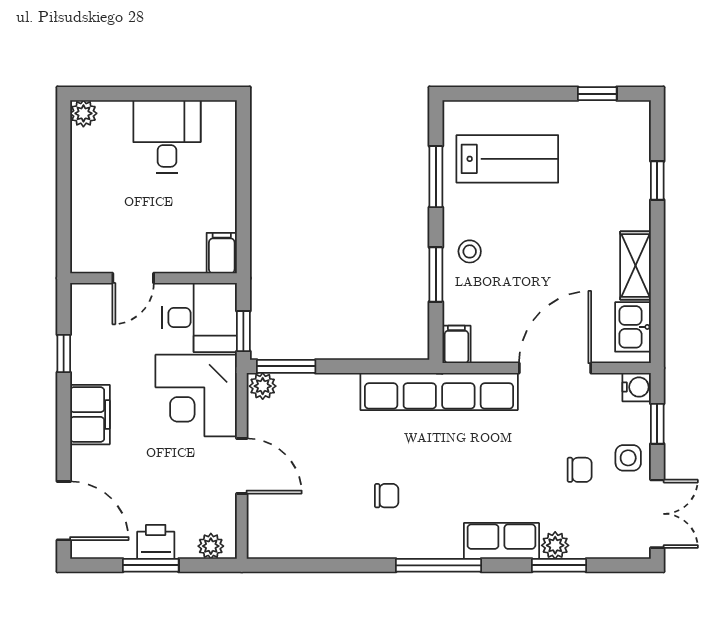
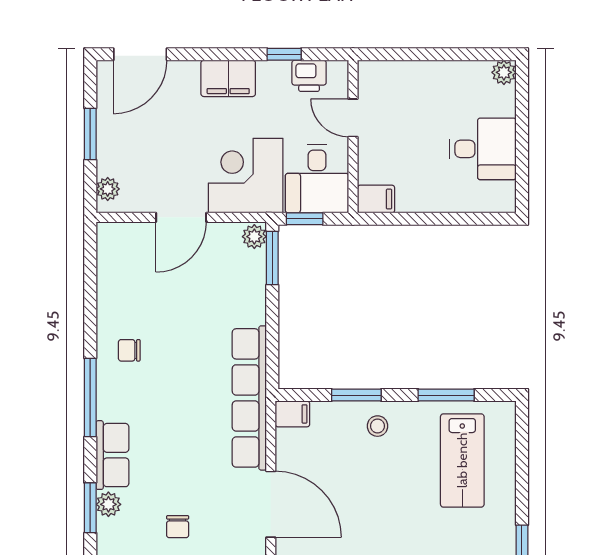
chair: (387, 496) -> (129, 350), moved, turned 90
printer: (156, 542) -> (309, 76), moved, turned 90

